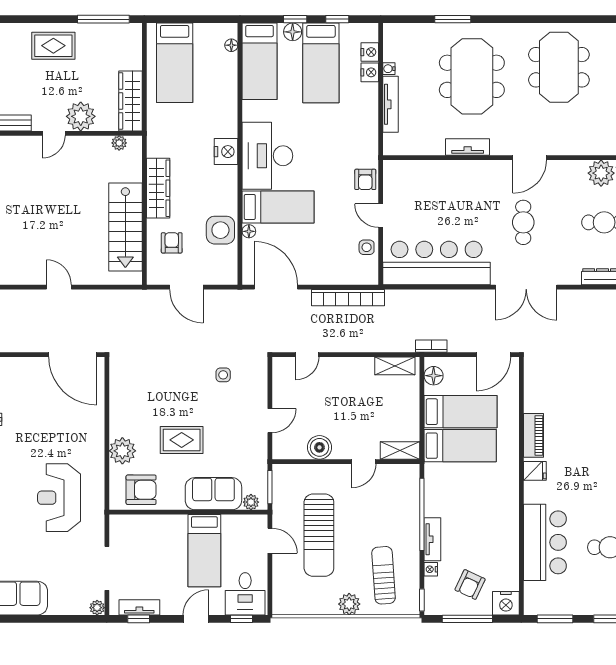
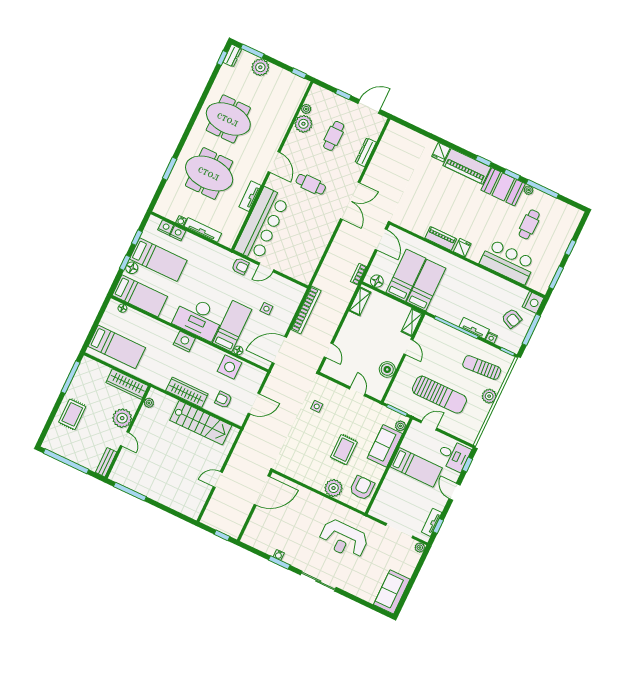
side table: (367, 247) -> (266, 309), moved
bar counter: (437, 263) -> (262, 224), moved, turned 180

